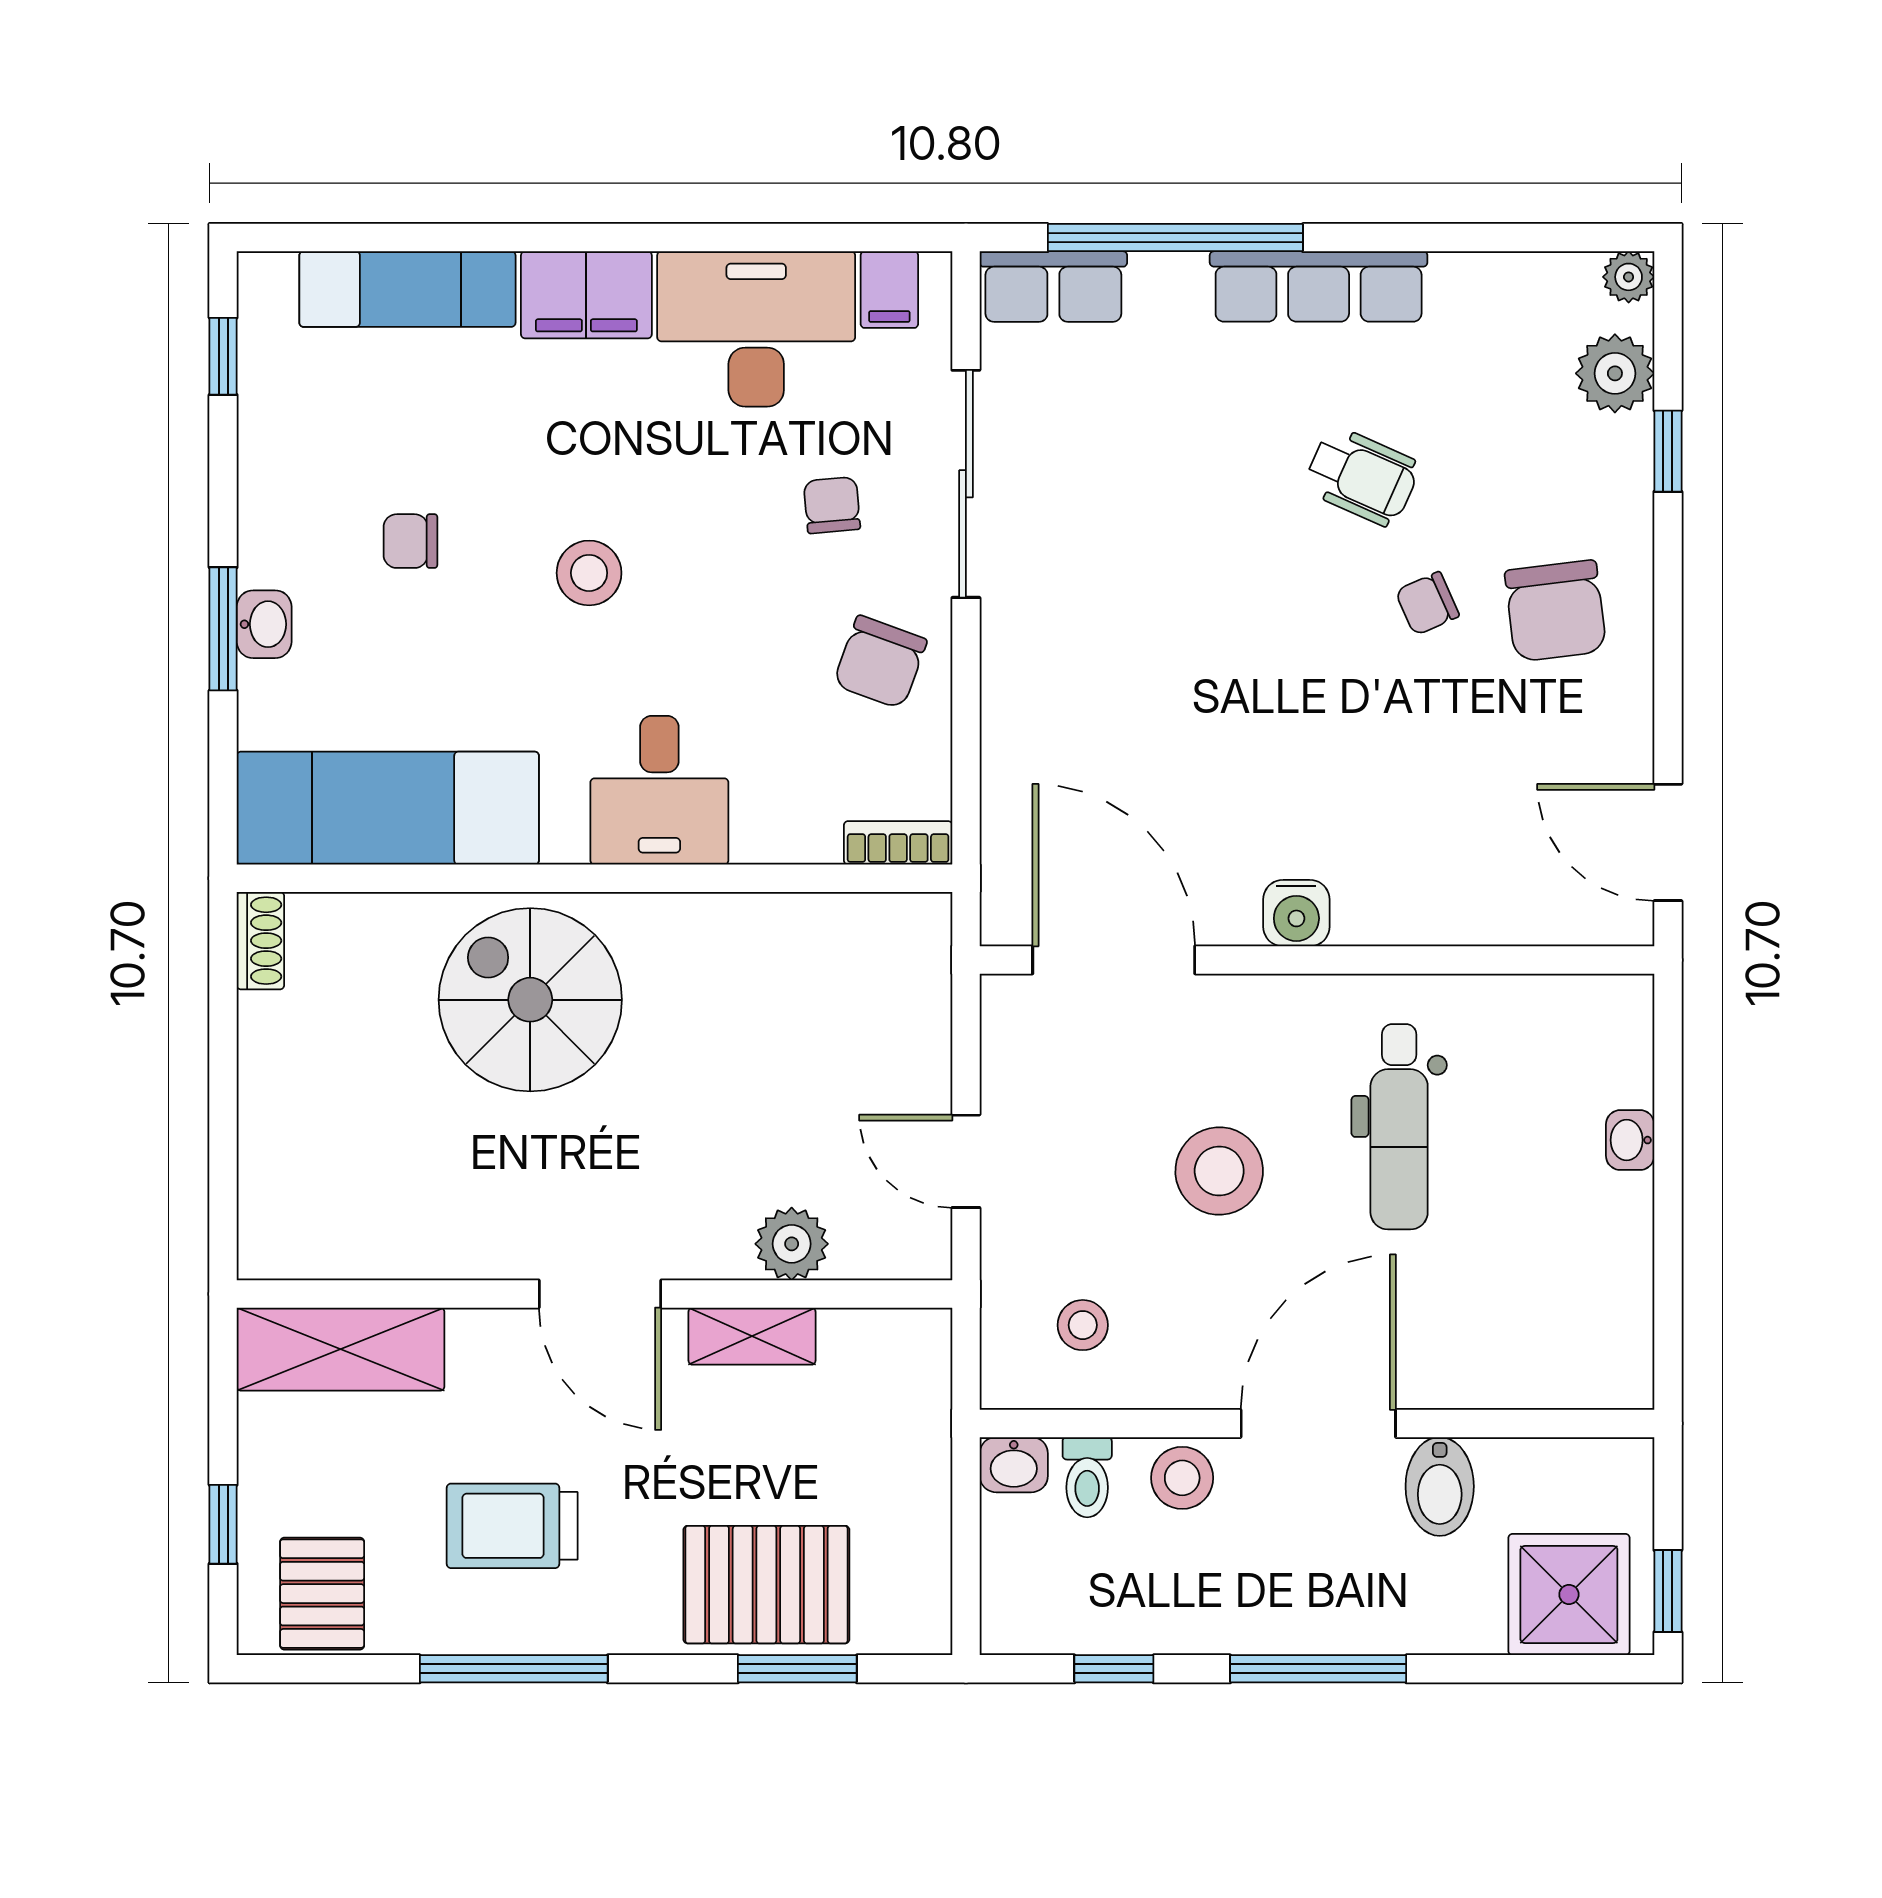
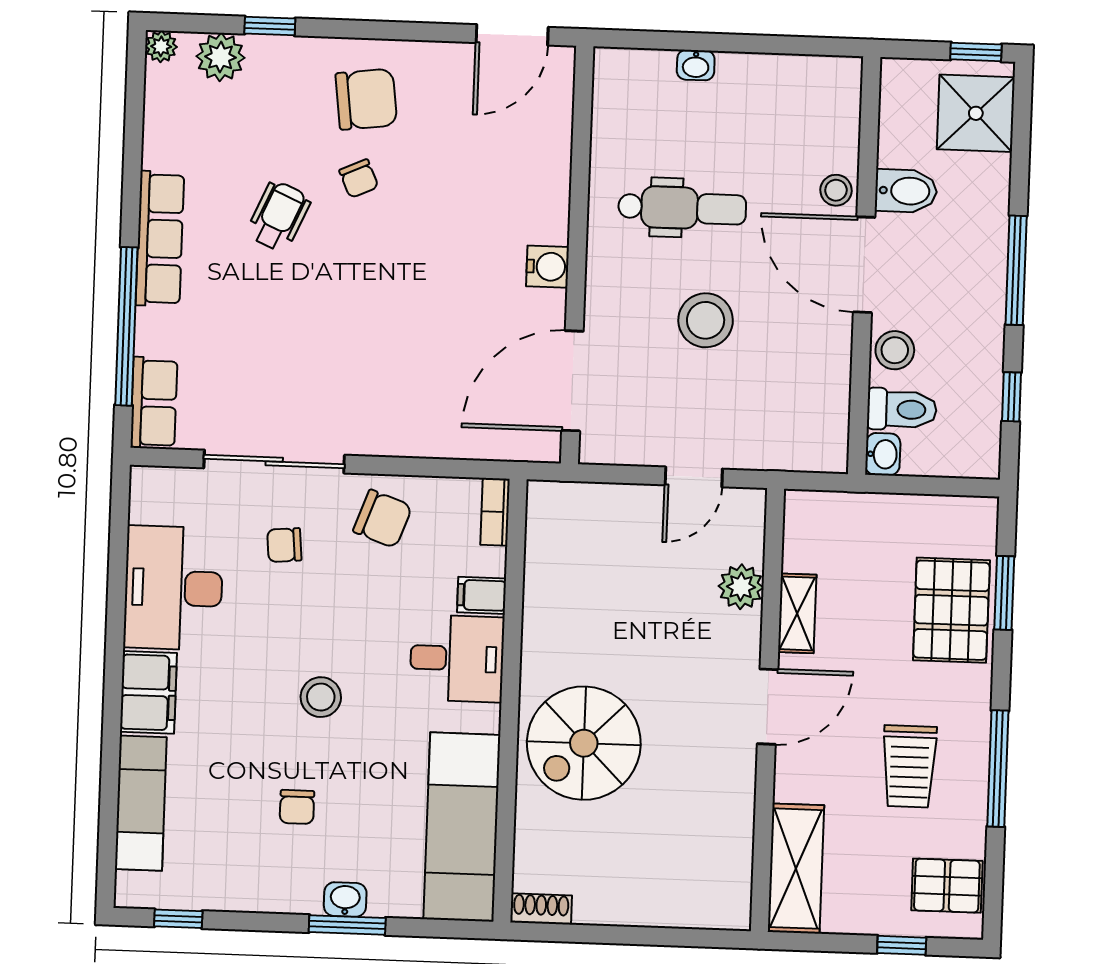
filing cabinet: (889, 290) -> (482, 595), moved, turned 180
stool: (1083, 1325) -> (836, 190), moved
toilet: (1087, 1477) -> (902, 409), width x1.37, depth x1.39

